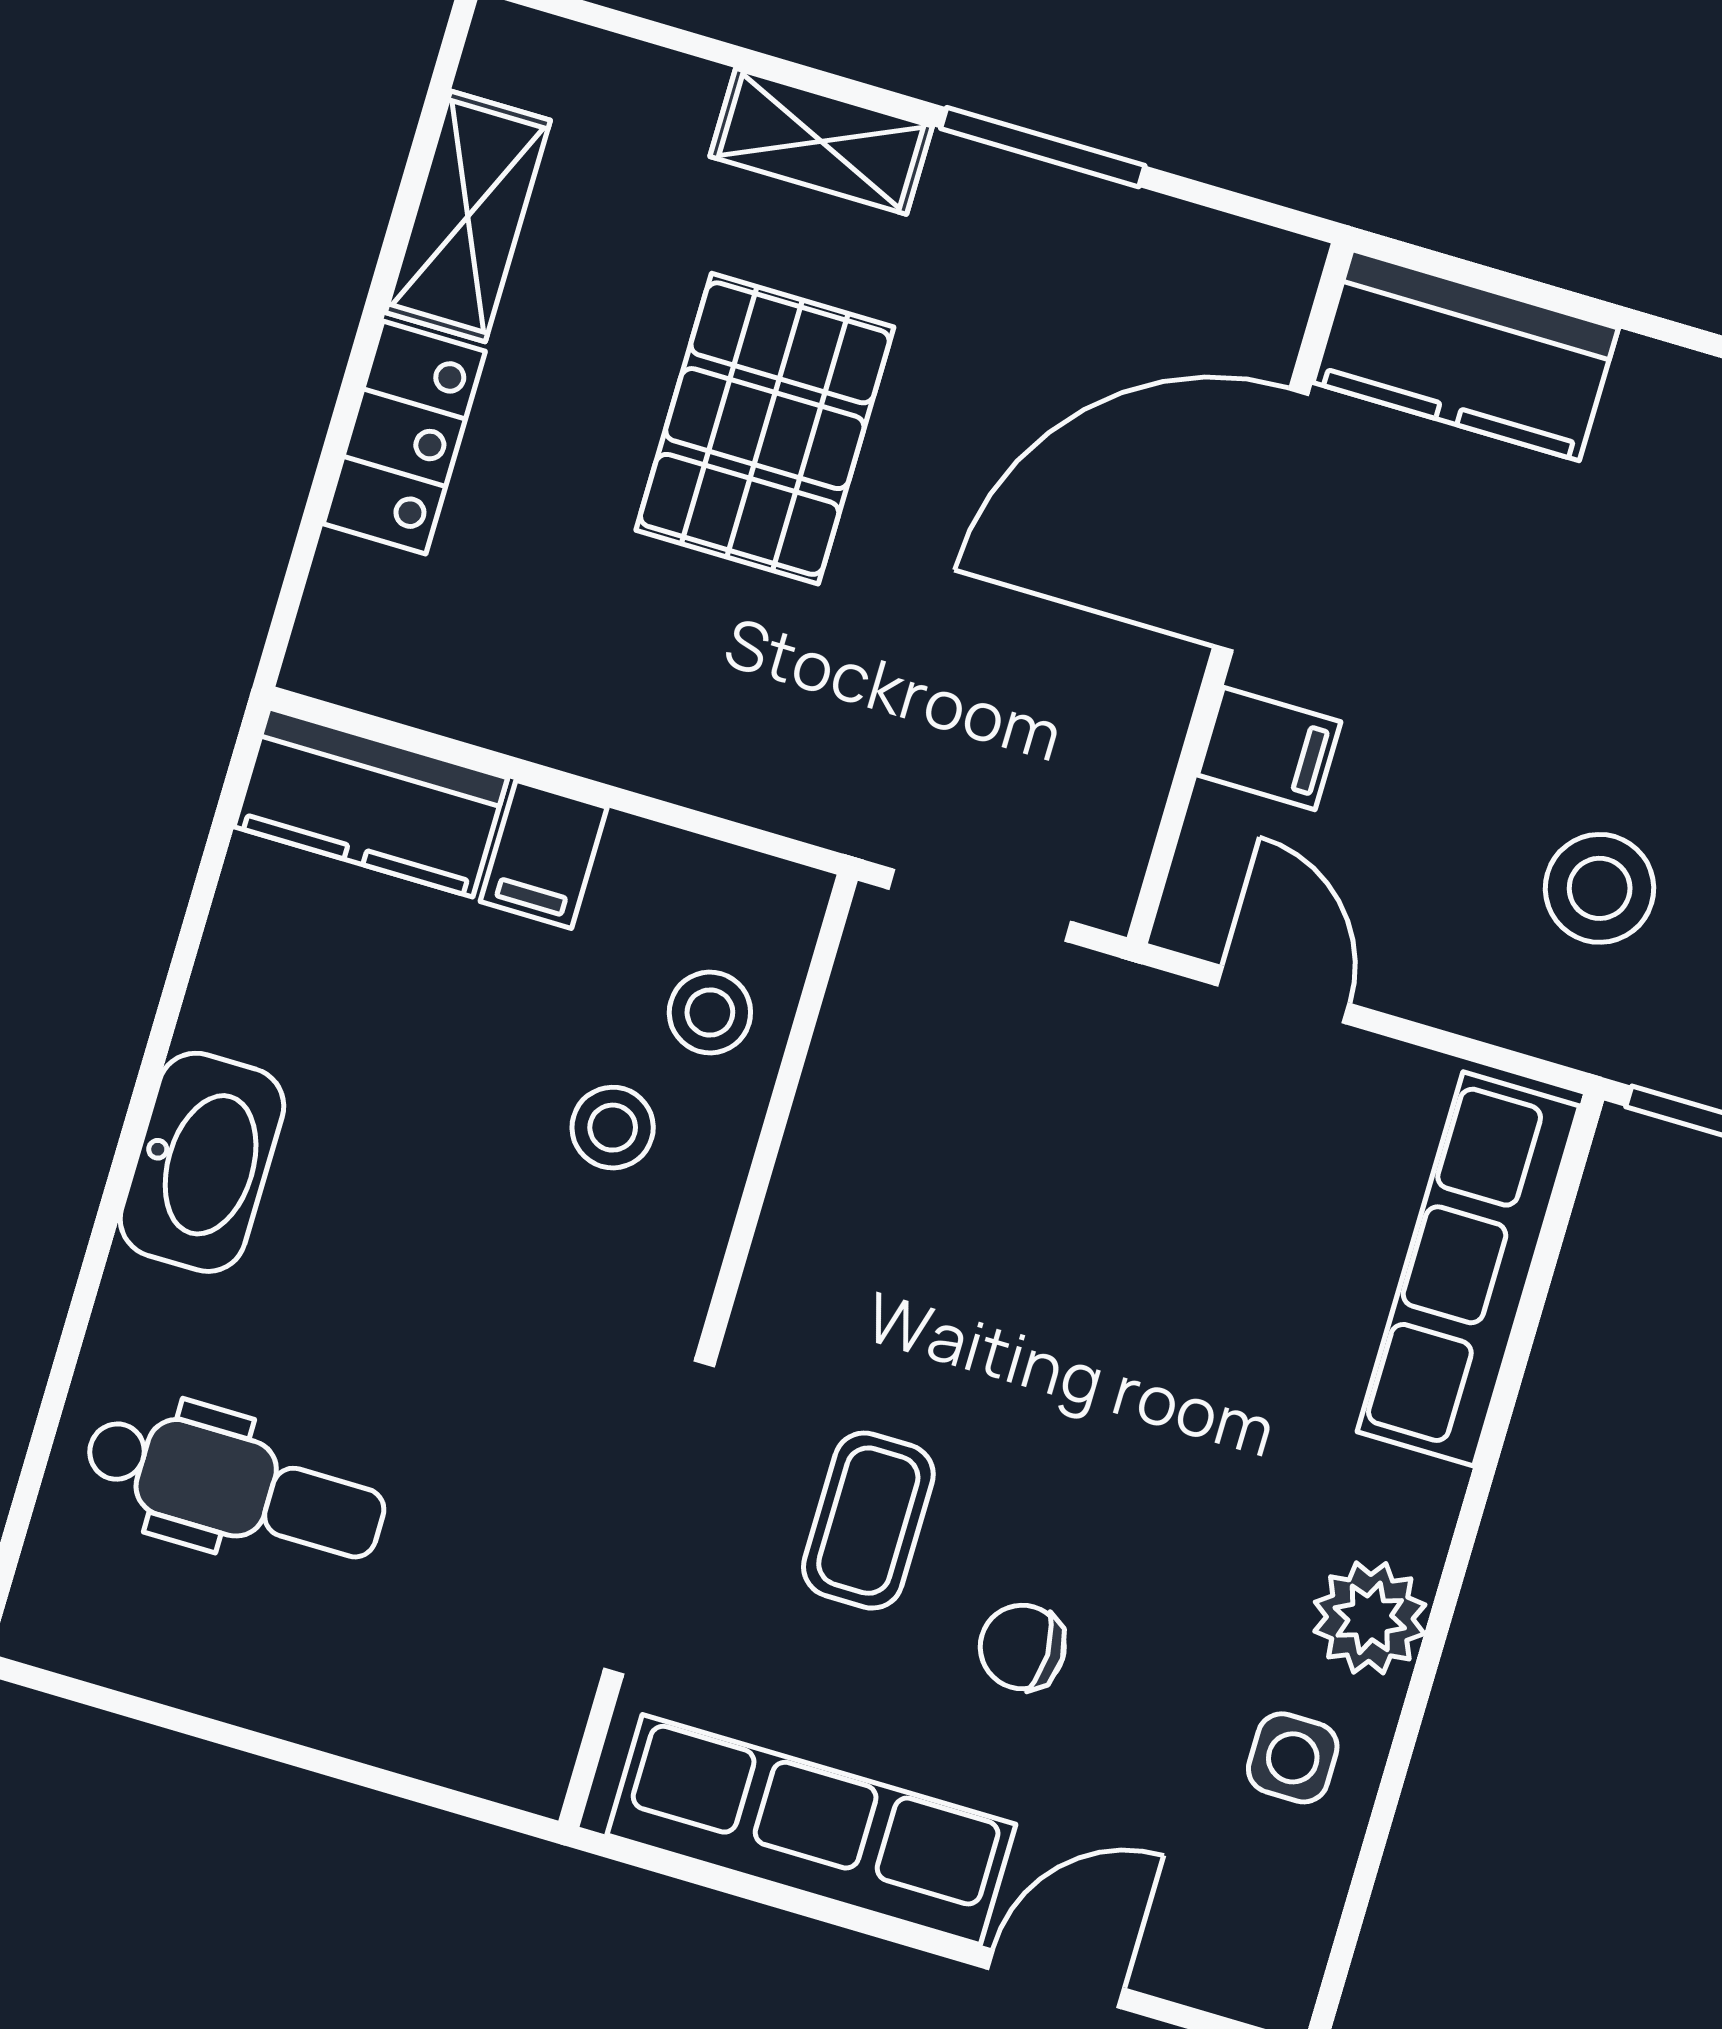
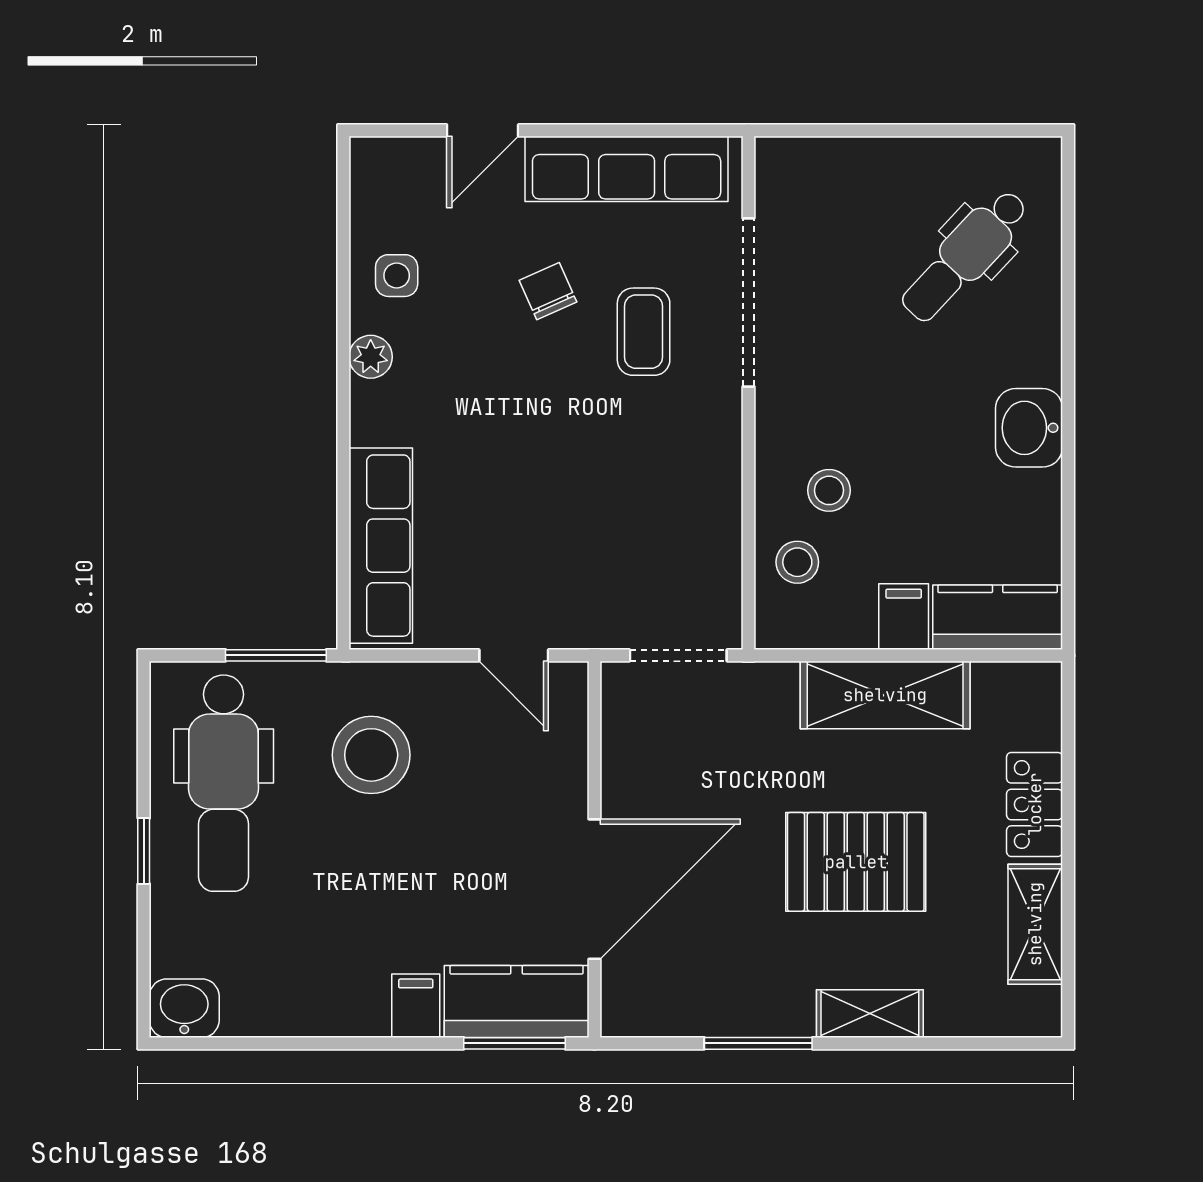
window: (1492, 279) -> (515, 1043), added
pallet: (765, 429) -> (856, 862), turned 90
shelving: (620, 720) -> (885, 695), added
filing cabinet: (1269, 748) -> (416, 1006), moved, turned 90
stool: (1600, 888) -> (371, 755), width x1.38, depth x1.38
washbasin: (202, 1162) -> (1029, 428), width x0.72
dental chair: (235, 1486) -> (965, 256), turned -47
plant: (1370, 1618) -> (371, 357), width x0.73, depth x0.73
chair: (1022, 1647) -> (548, 291), turned -114

